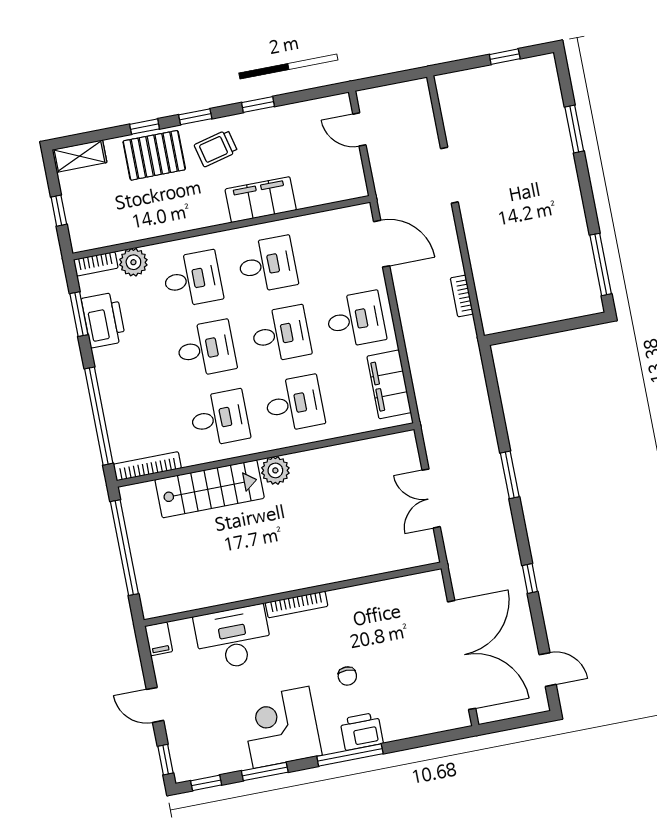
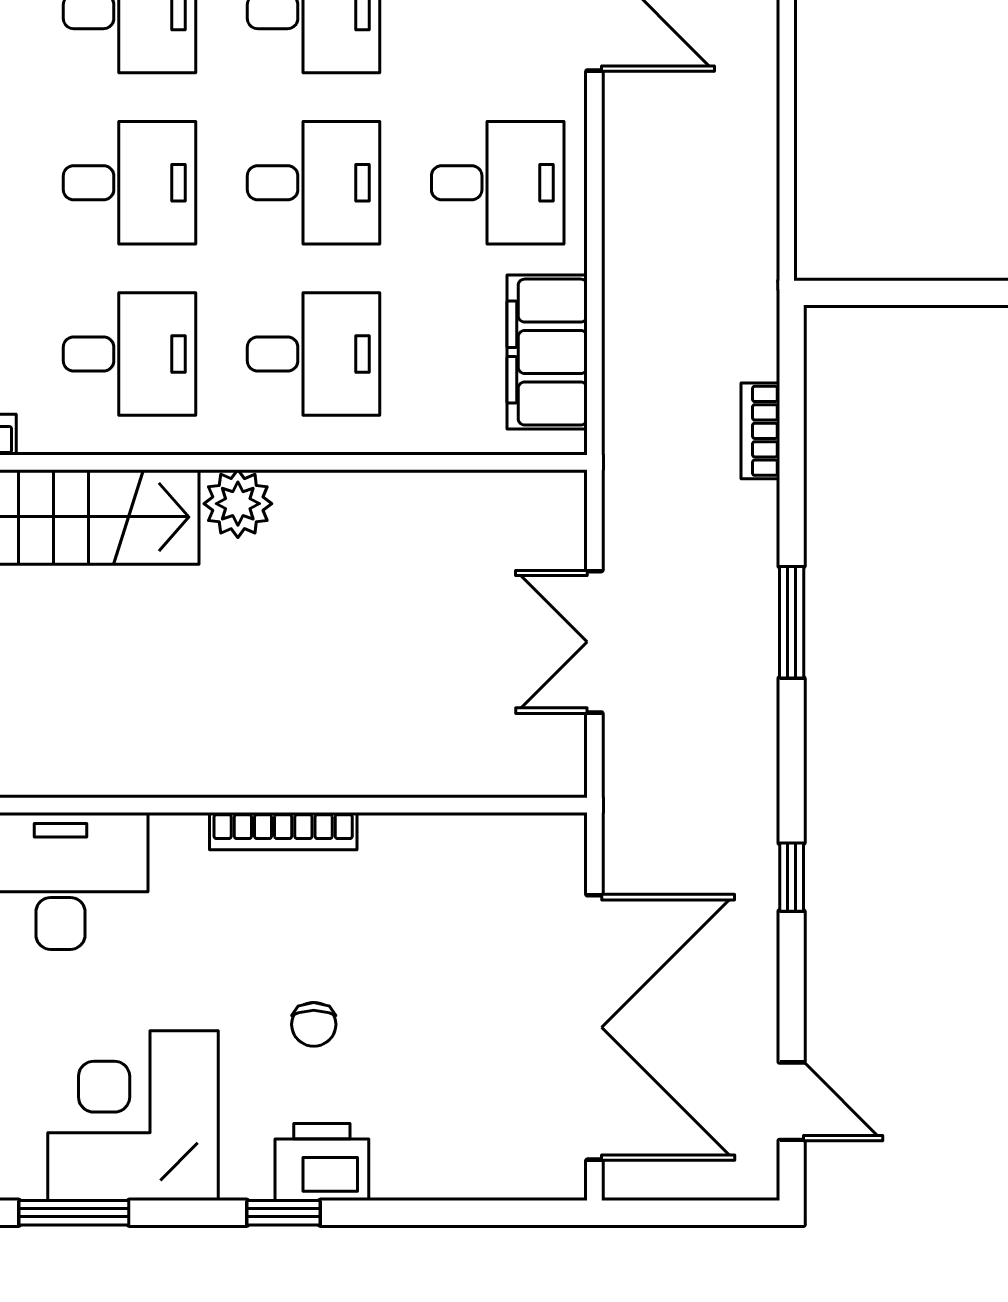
bookcase: (462, 296) -> (760, 431), moved
bookcase: (297, 604) -> (283, 831), moved
window: (350, 755) -> (284, 1213), width x0.46

